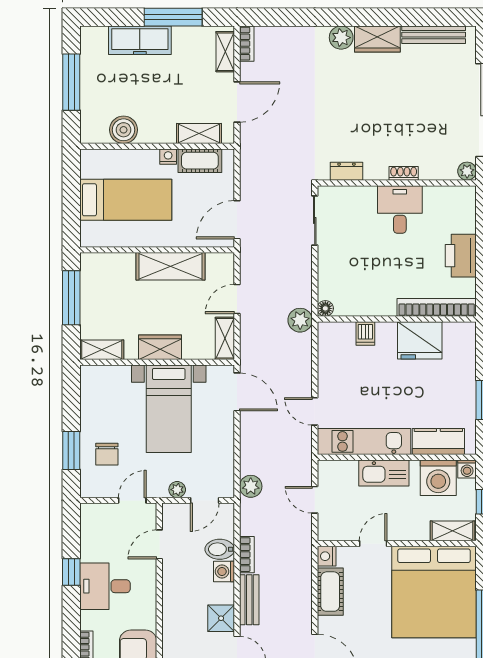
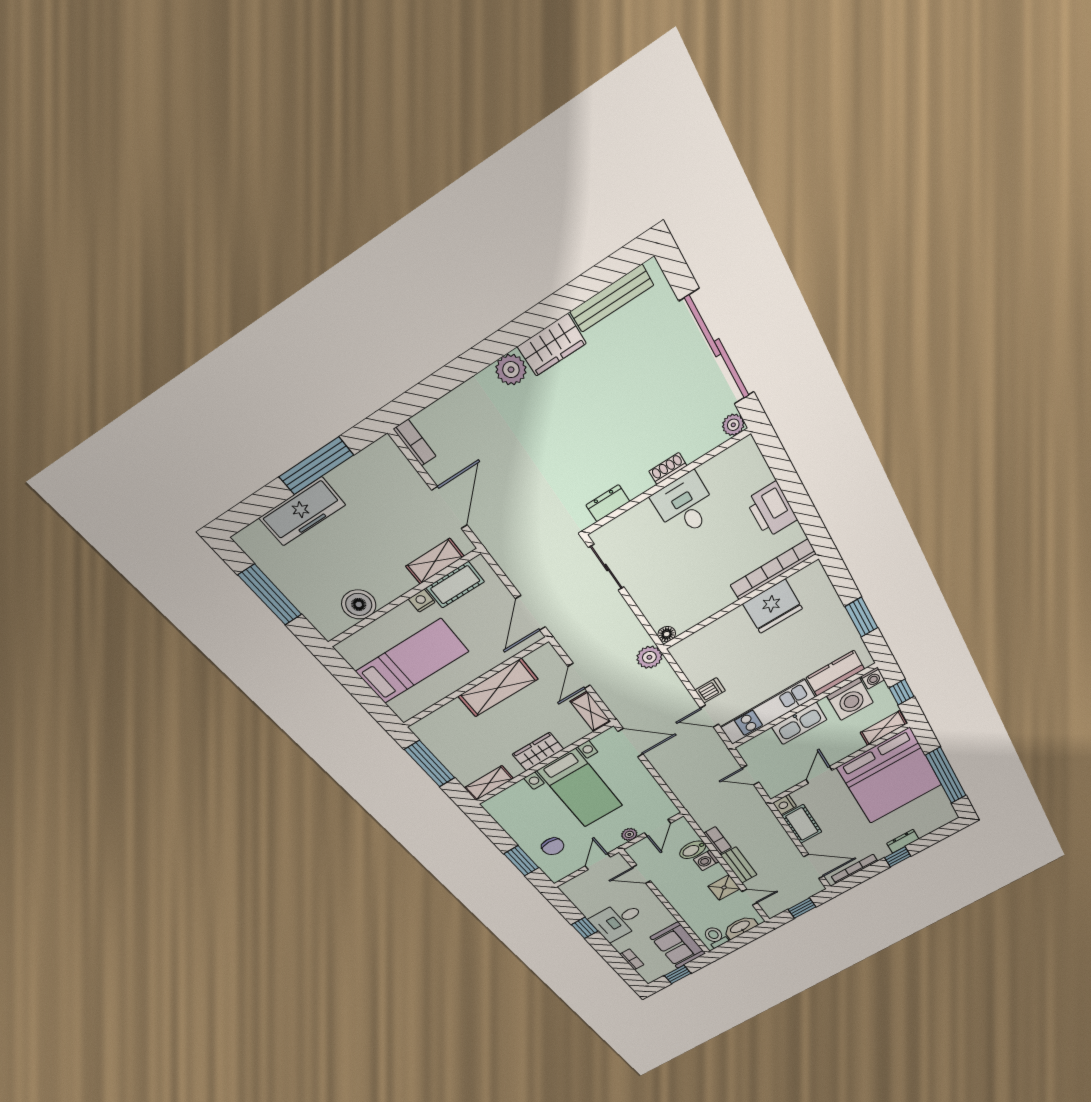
shelving: (225, 52) -> (399, 466), removed
dishwasher: (365, 333) -> (710, 690), moved, turned -90
plant: (251, 486) -> (690, 798), removed
door: (159, 544) -> (641, 874), hinge flipped

